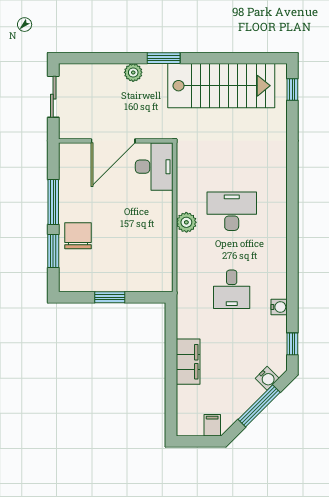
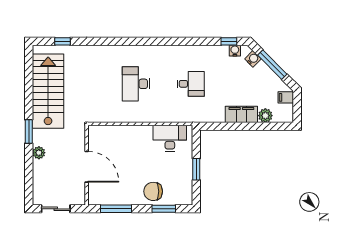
window: (292, 90) -> (62, 41), moved
desk: (154, 167) -> (170, 138), moved
window: (53, 202) -> (116, 209), moved
plant: (186, 222) -> (265, 116), moved
water cooler: (279, 307) -> (235, 51), moved

